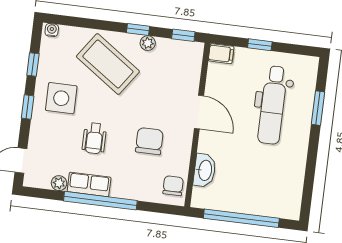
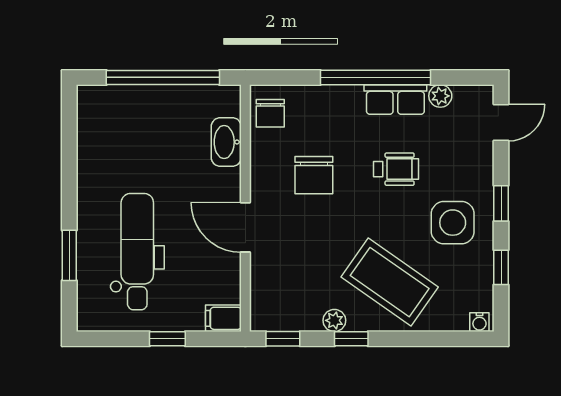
wheelchair: (94, 138) -> (396, 169), turned 90

